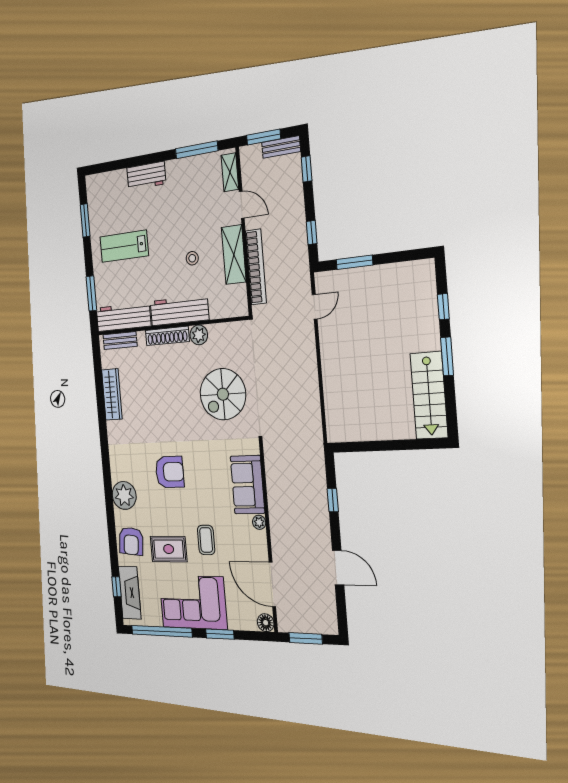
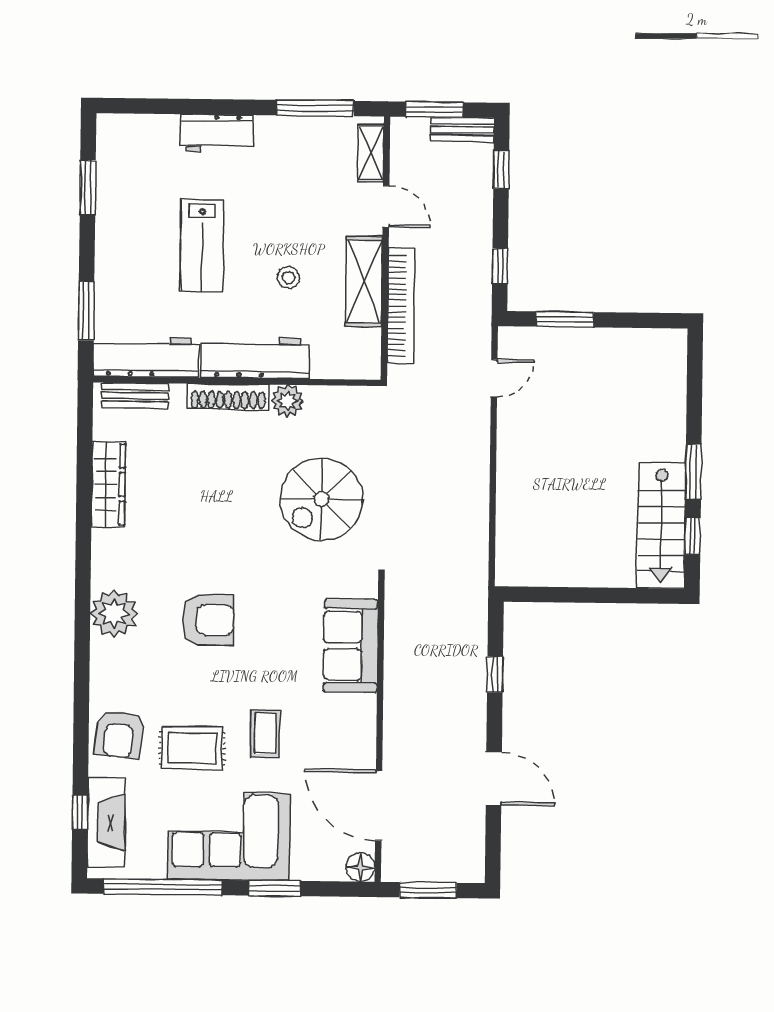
lab bench: (124, 246) -> (202, 246), moved, turned -90
window: (443, 307) -> (693, 536), moved
plant: (124, 495) -> (114, 613), moved
plant: (259, 522) -> (365, 706), removed

